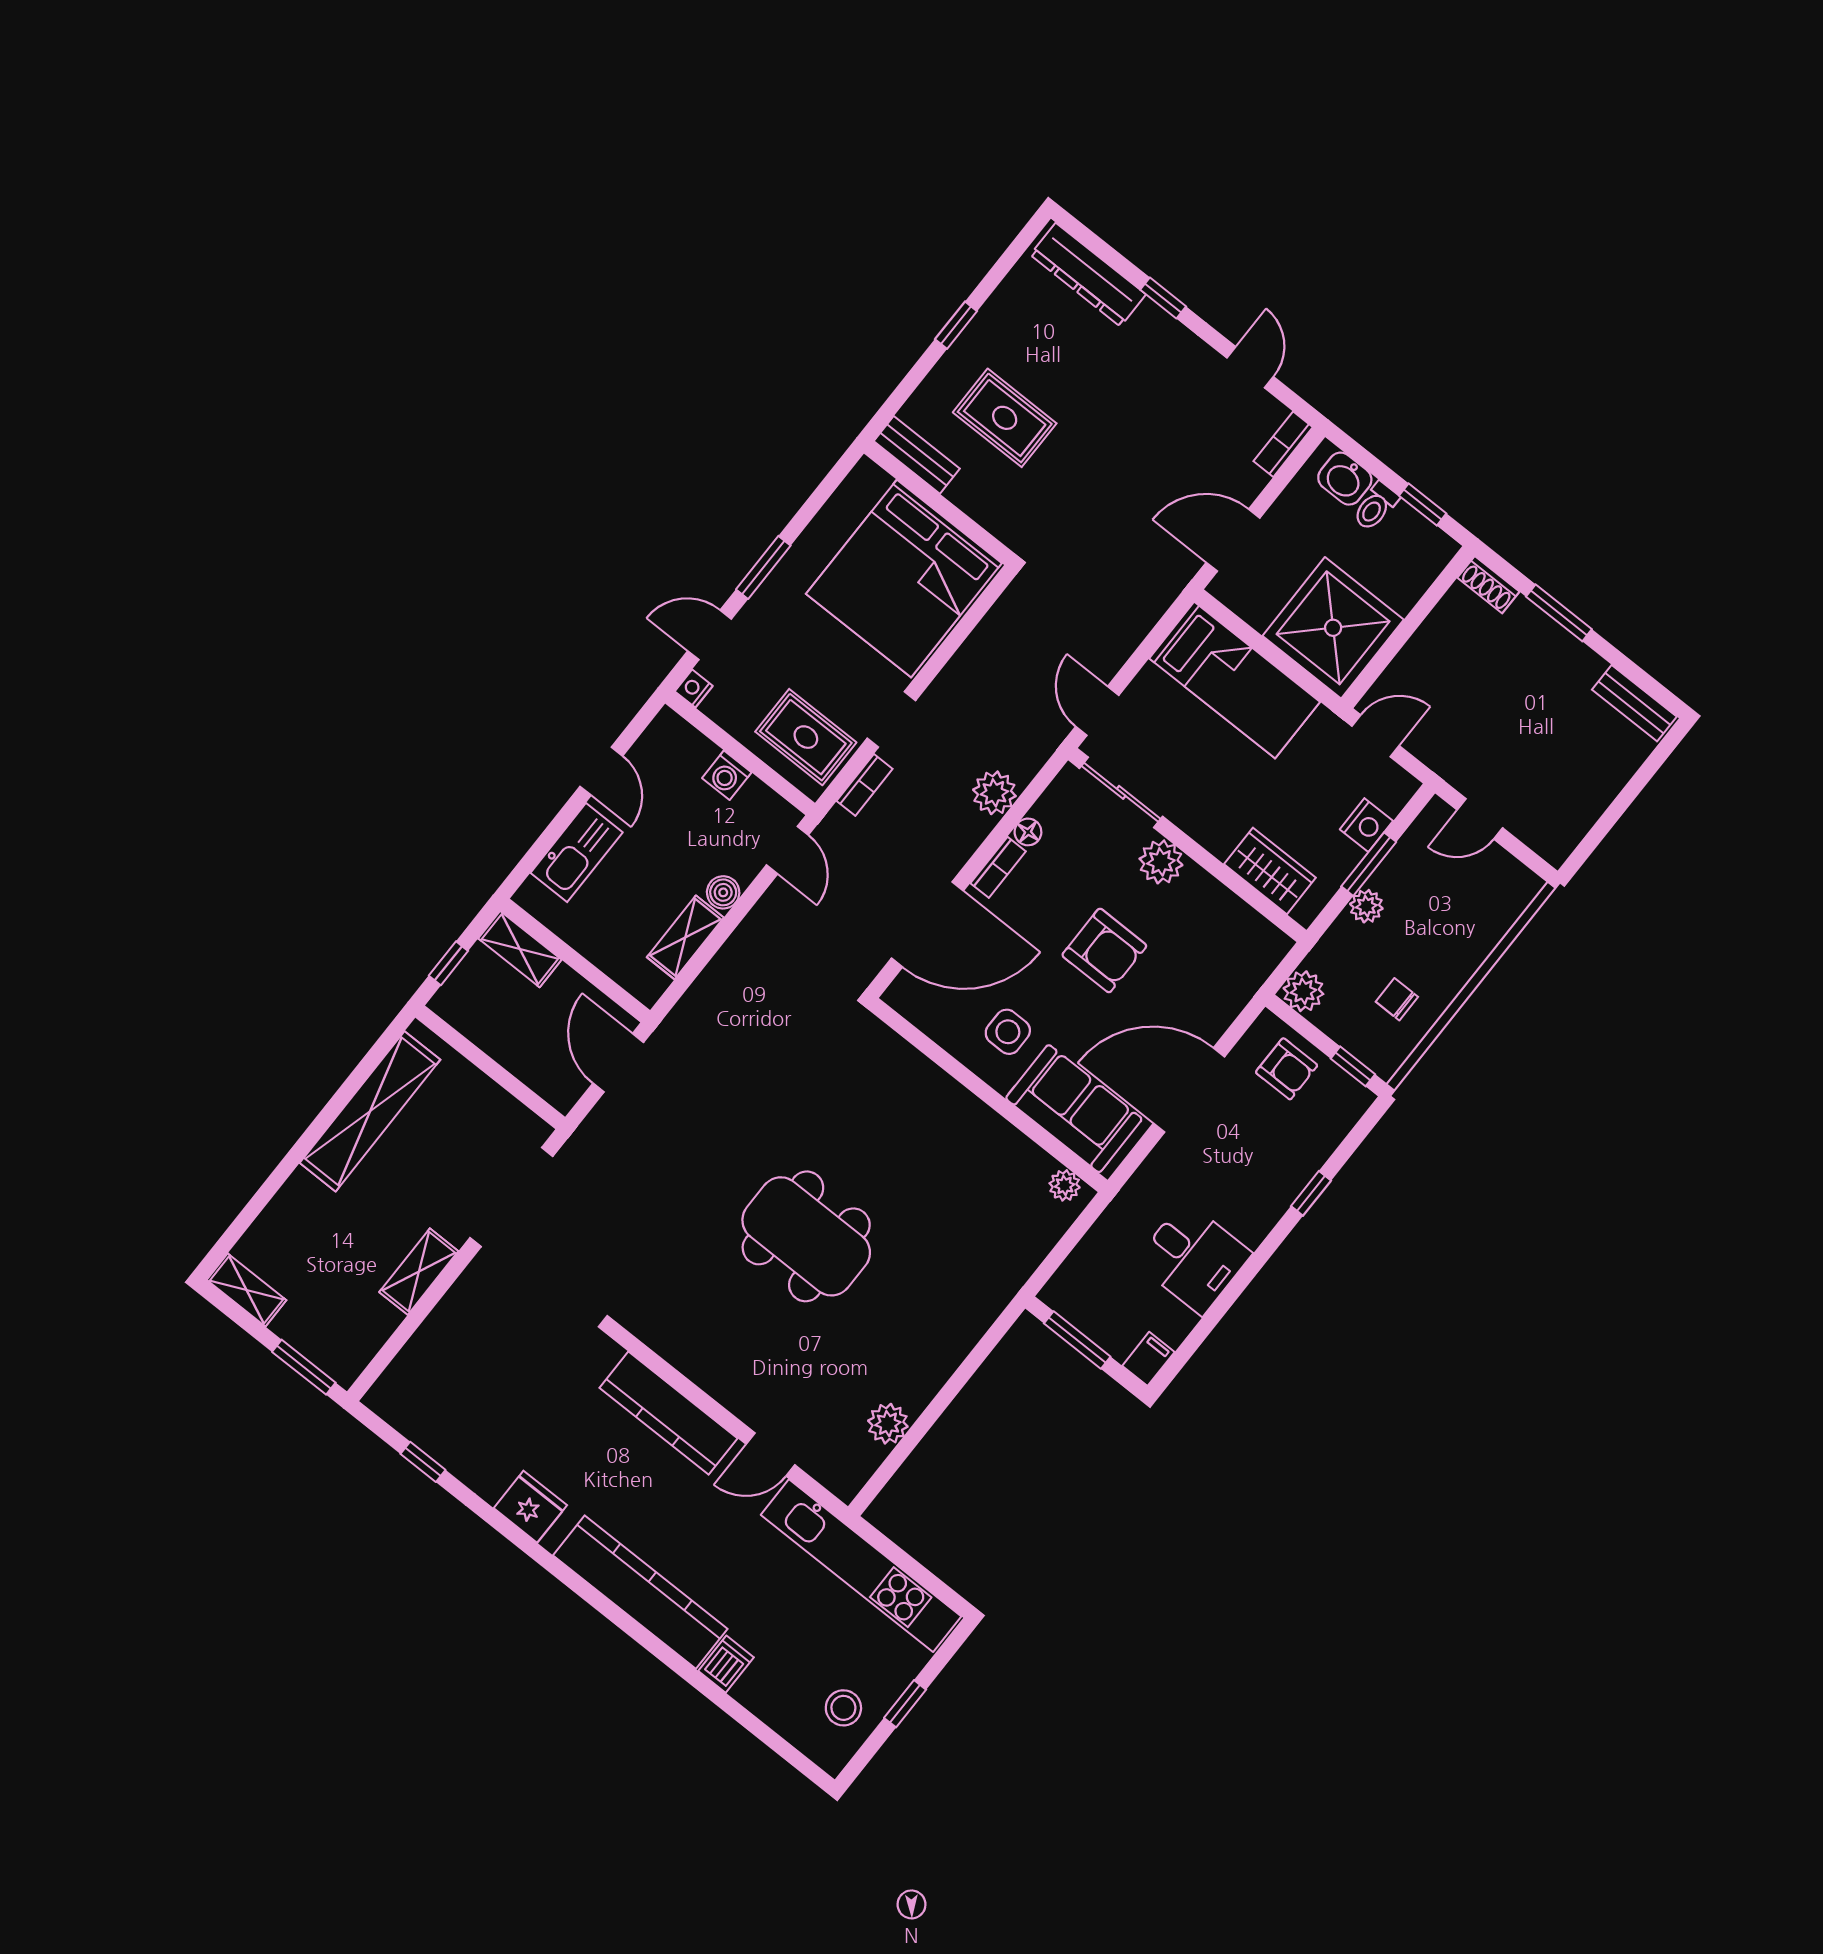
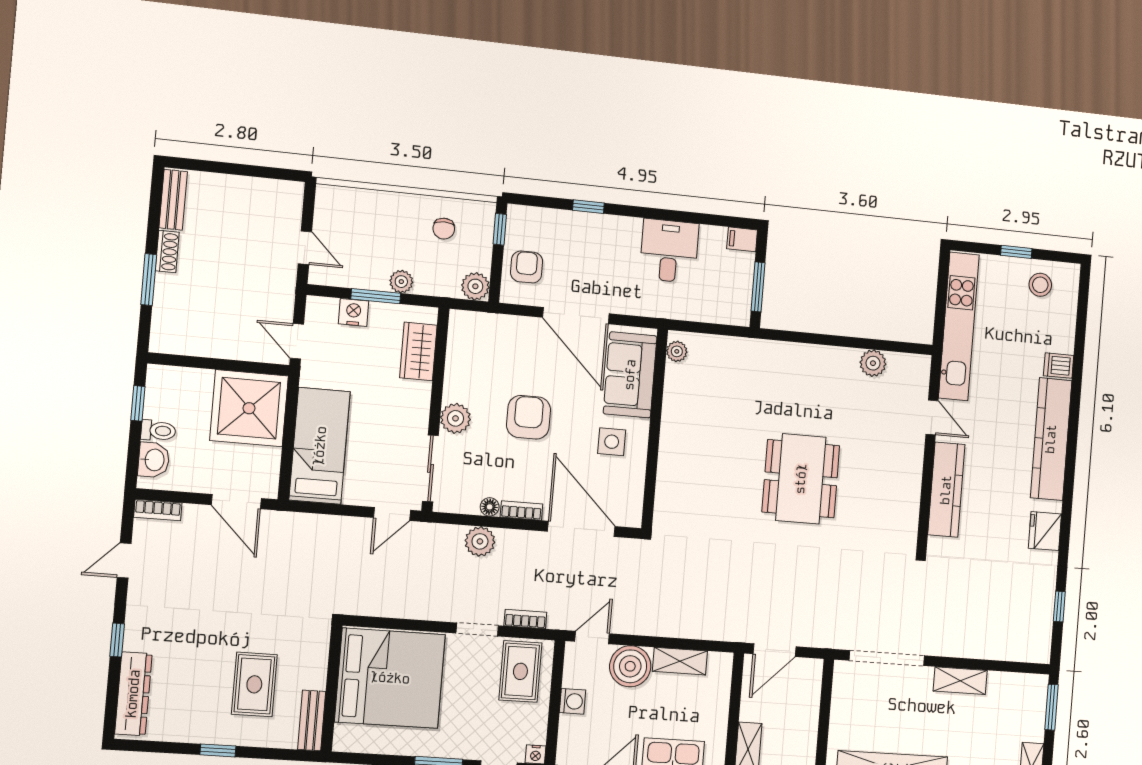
shoe rack: (1488, 585) -> (167, 252), moved
boiler: (723, 892) -> (630, 666), width x1.86, depth x1.86

